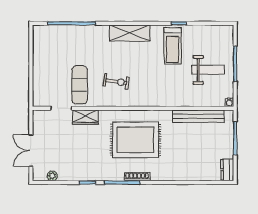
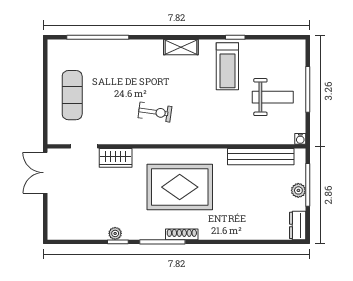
shelving: (130, 33) -> (181, 47), width x0.67, depth x0.75
exercise mat: (80, 85) -> (72, 95), moved
plant: (228, 142) -> (298, 190), added
double door: (31, 151) -> (45, 173), moved
plant: (52, 176) -> (115, 233), moved

